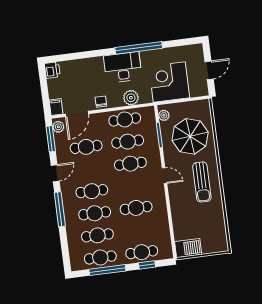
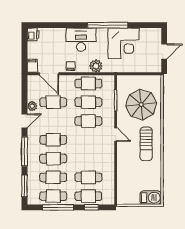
desk: (123, 67) -> (81, 40), moved
corner desk: (169, 82) -> (124, 43), moved, turned 180
door: (77, 114) -> (49, 74), hinge flipped
plant: (164, 115) -> (122, 84), removed
plant: (58, 127) -> (32, 106), moved
window: (51, 139) -> (25, 186), moved
cafe table: (136, 208) -> (88, 177), moved
barbecue: (188, 248) -> (151, 198), moved

